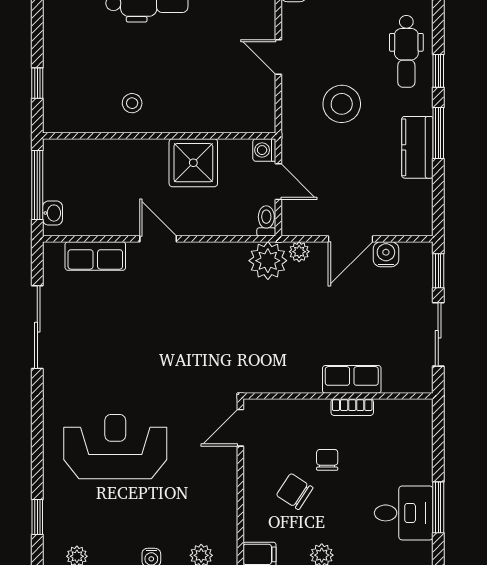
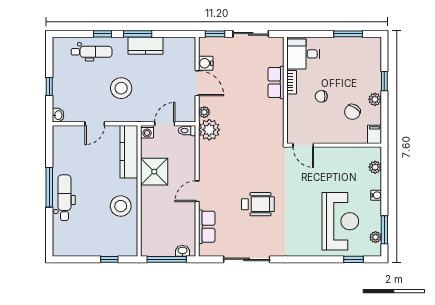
stool: (132, 103) -> (121, 206), width x1.89, depth x1.89
kitchen counter: (229, 118) -> (129, 152), added
wheelchair: (135, 347) -> (258, 204), added
reception desk: (115, 447) -> (340, 221), moved, turned 180
chair: (295, 491) -> (352, 112), moved
desk: (404, 513) -> (303, 54), moved, turned -90

